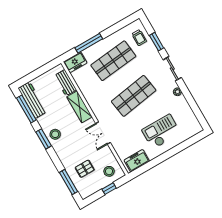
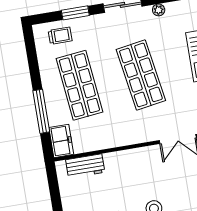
shelving: (79, 107) -> (128, 159), removed

